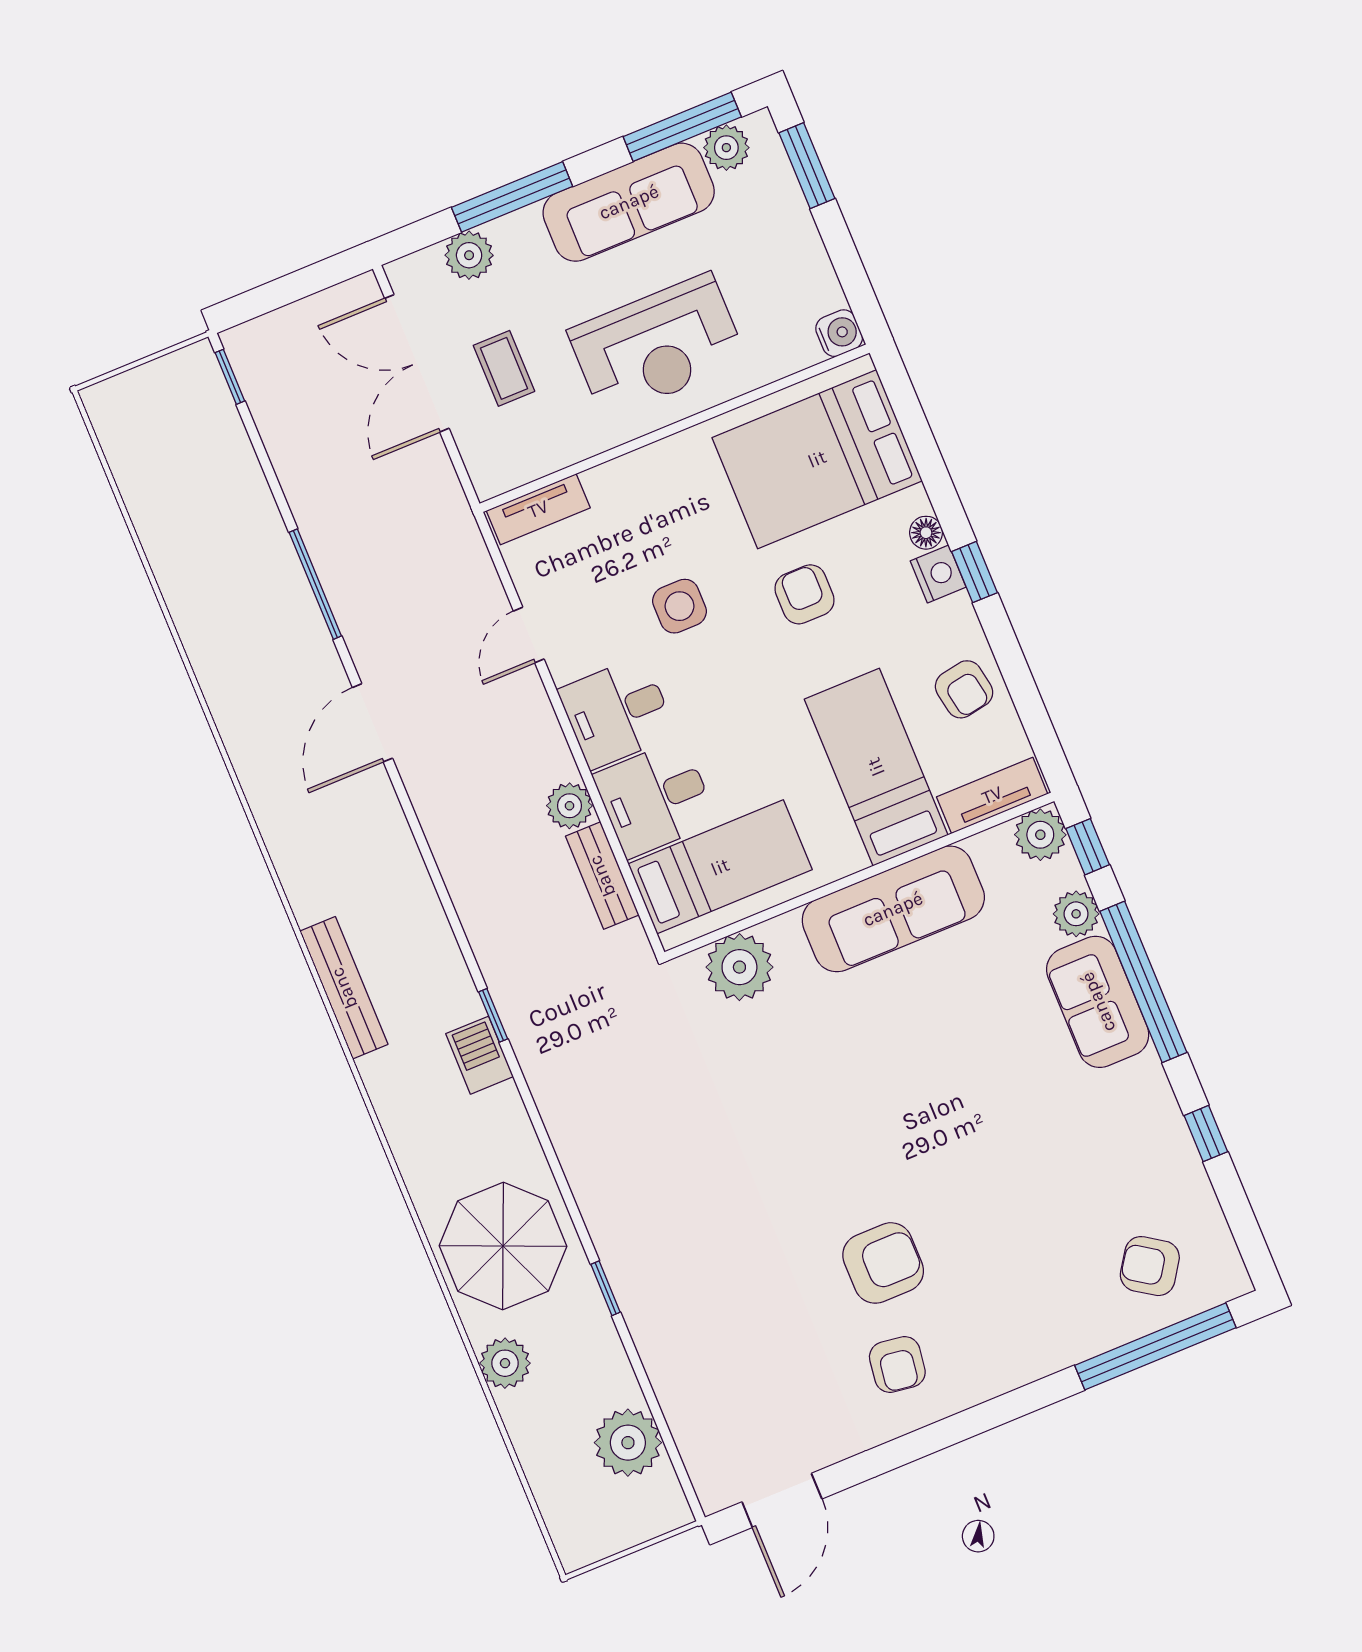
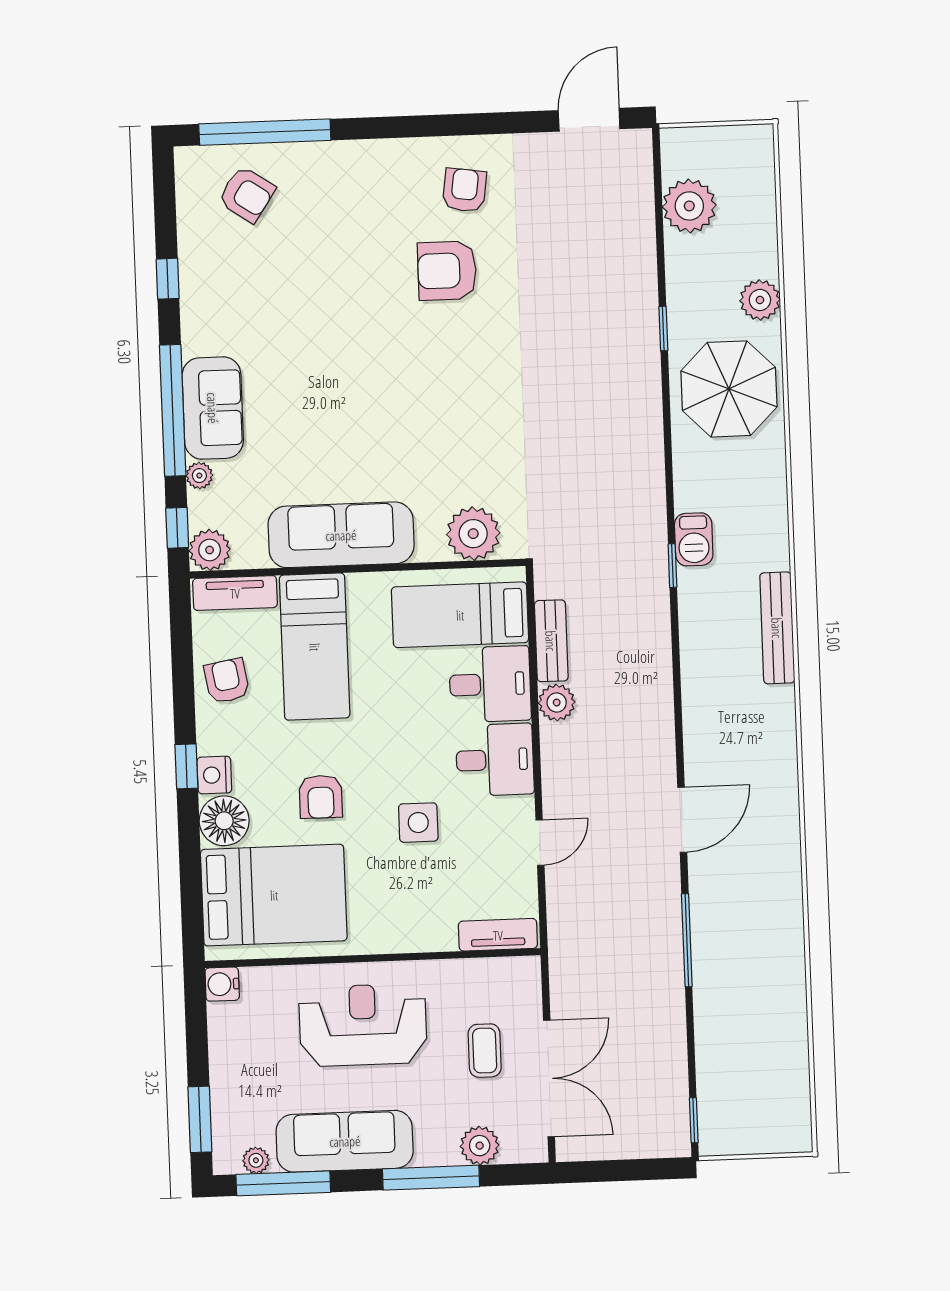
plant: (726, 148) -> (256, 1160), width x0.73, depth x0.73
floor lamp: (926, 533) -> (224, 821), width x1.89, depth x1.89
plant: (1076, 914) -> (199, 476), width x0.73, depth x0.73

